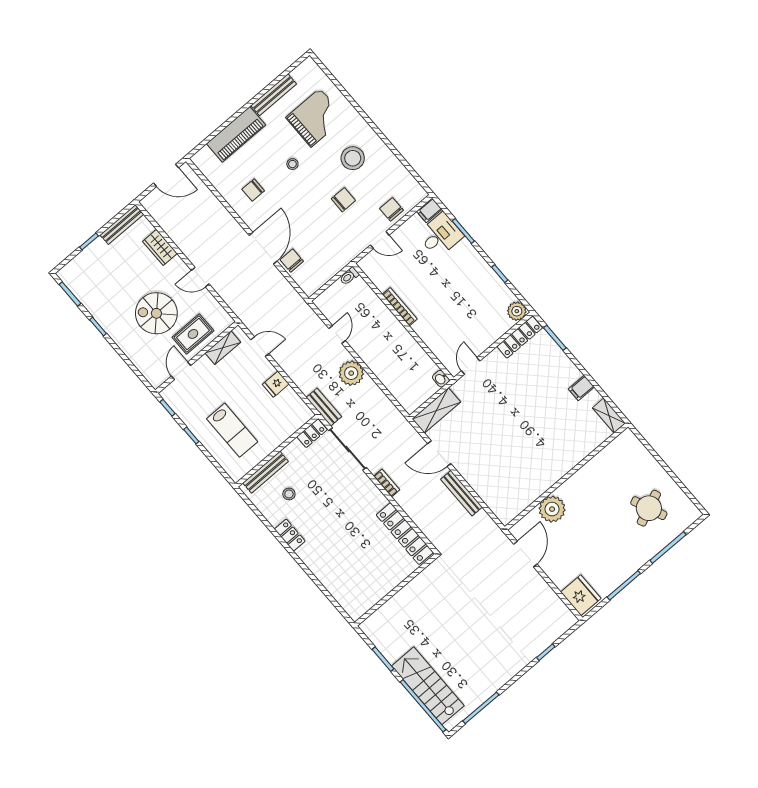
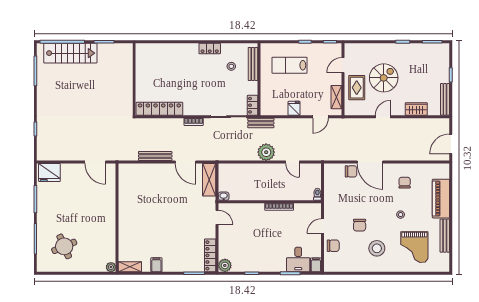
door: (181, 371) -> (343, 65), swing flipped
door: (439, 454) -> (185, 162), swing flipped
plant: (552, 509) -> (111, 267), moved, width x0.53, depth x0.53

